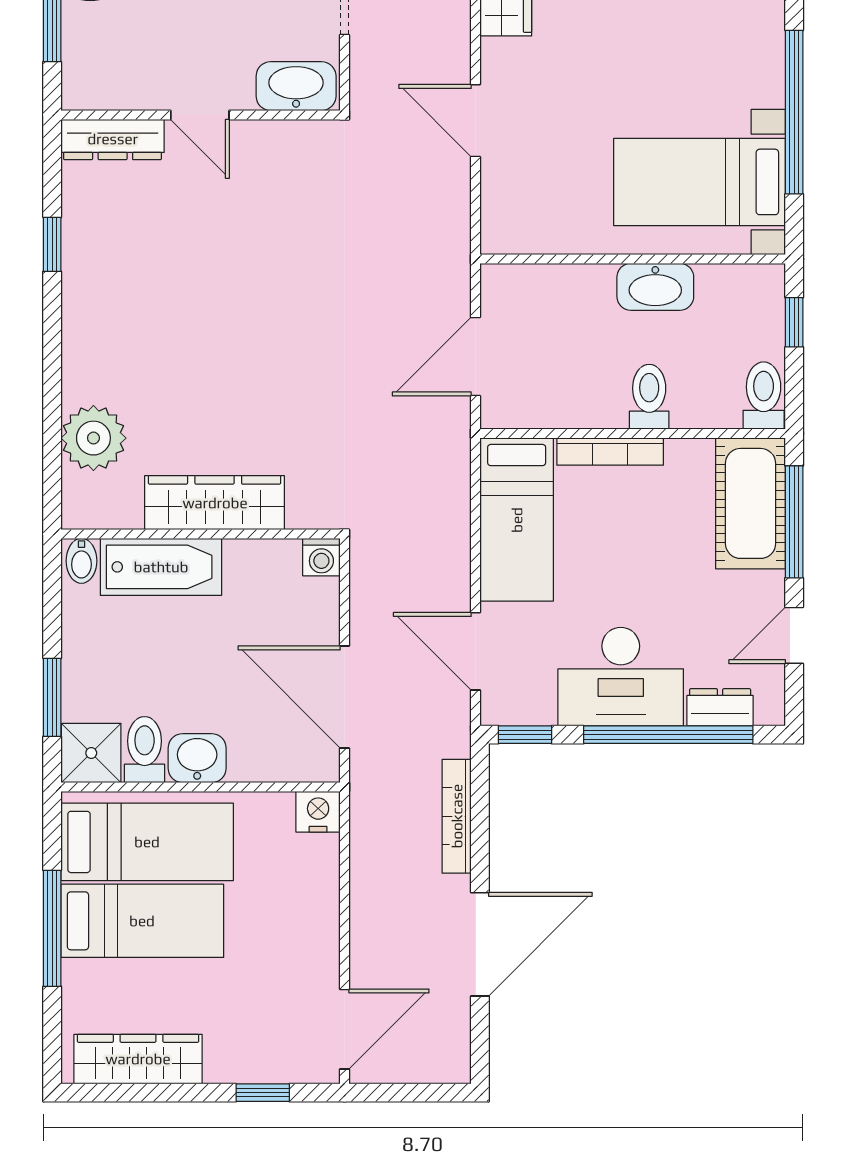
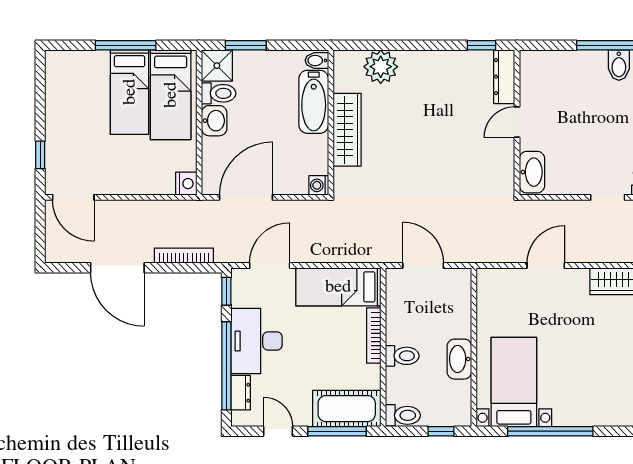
washbasin: (296, 86) -> (532, 172), moved
door: (200, 115) -> (517, 122), moved
wall: (201, 115) -> (517, 122), moved
dresser: (113, 139) -> (504, 77), moved
wardrobe: (138, 1059) -> (58, 90), removed

